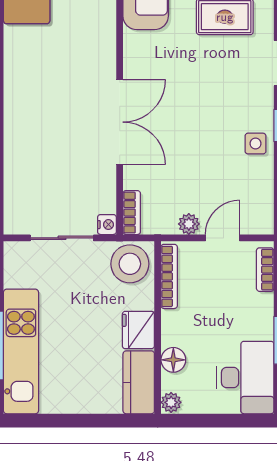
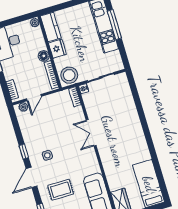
double door: (120, 122) -> (91, 133), width x0.73
side table: (255, 144) -> (47, 155), moved
plant: (189, 224) -> (23, 107), moved
floor lamp: (173, 360) -> (44, 56), moved

